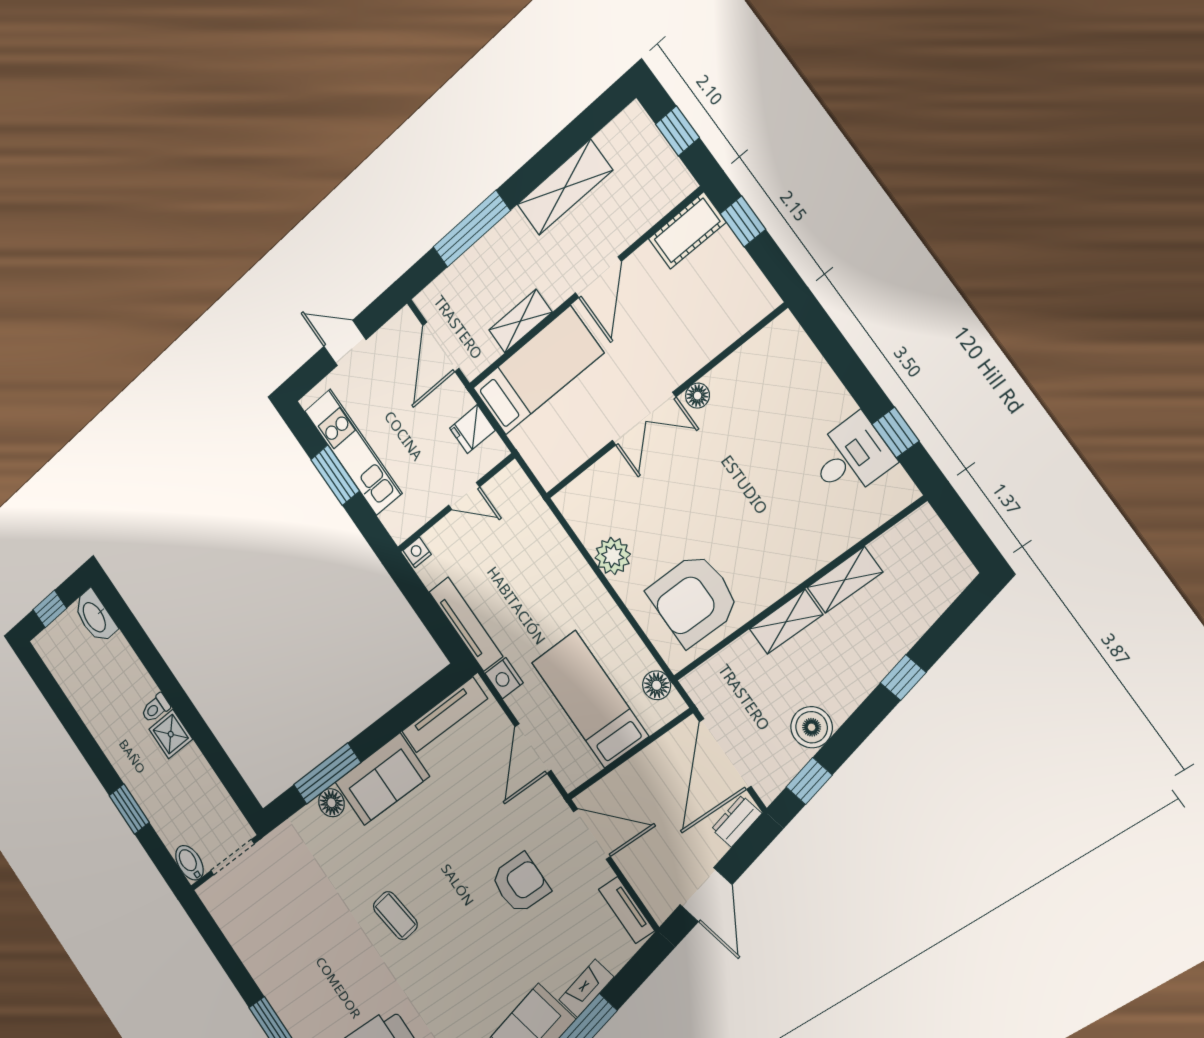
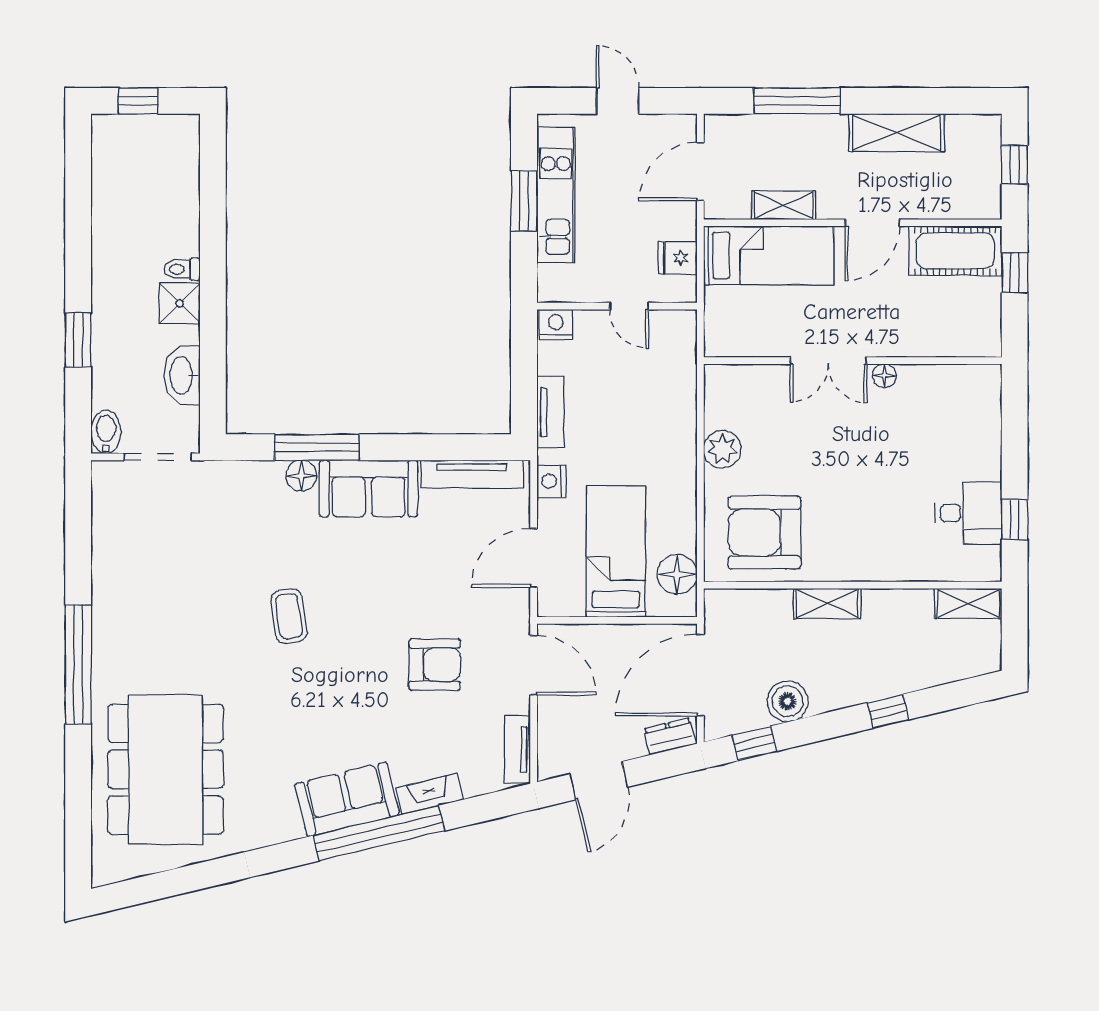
cot: (687, 231) -> (955, 251), width x1.37, depth x1.34
nightstand: (417, 552) -> (556, 325), width x1.39, depth x1.35
shelving: (845, 580) -> (968, 603), moved
washbasin: (95, 617) -> (182, 375), moved
tv unit: (466, 624) -> (550, 412), width x0.71
floor lamp: (657, 685) -> (677, 574), width x1.38, depth x1.38

